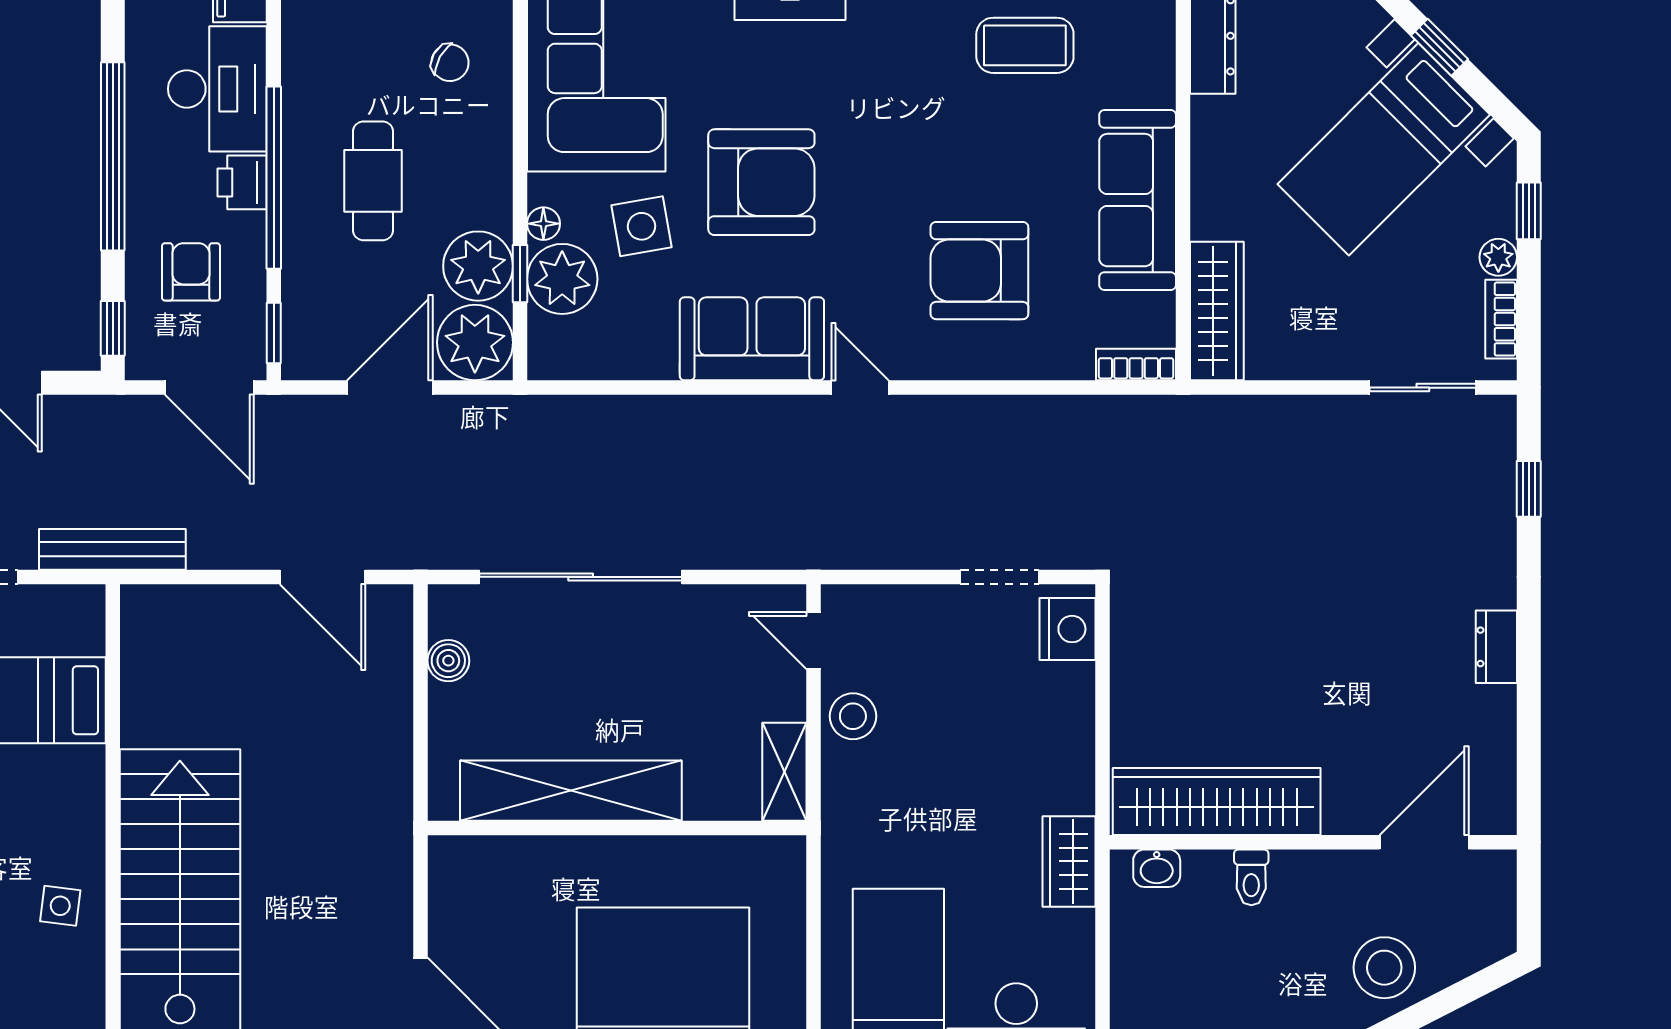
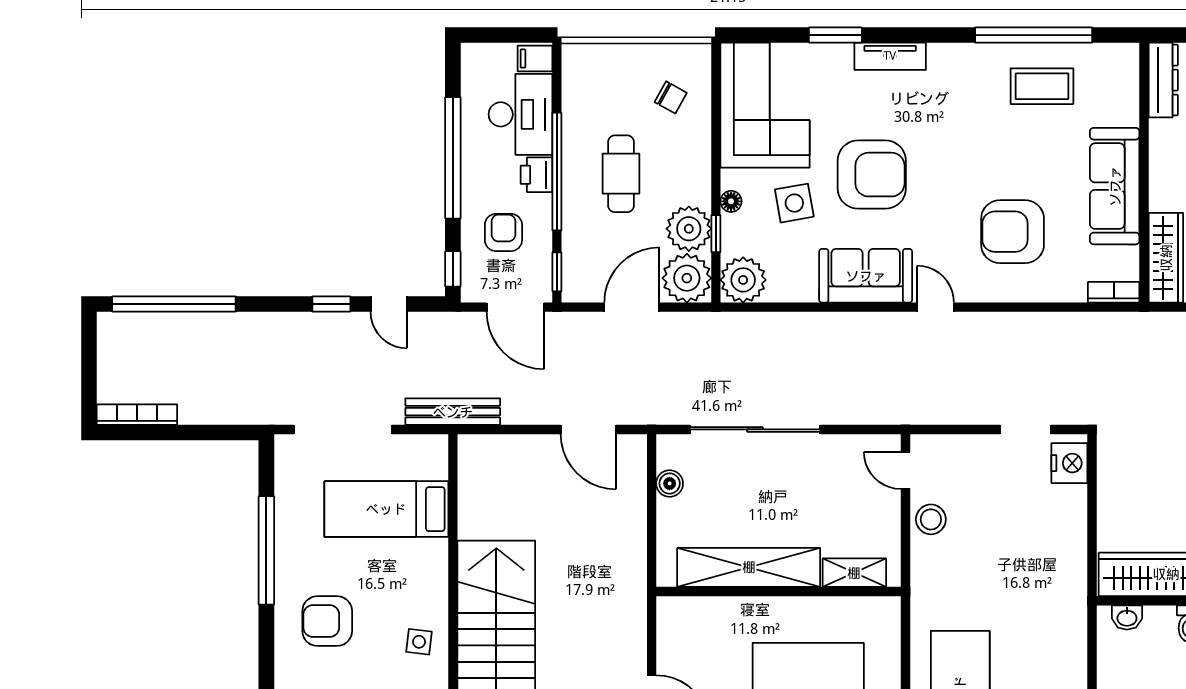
plant: (562, 279) -> (743, 280), moved
shelving: (784, 772) -> (854, 573), moved, turned 90
wardrobe: (1069, 861) -> (1070, 613), removed

